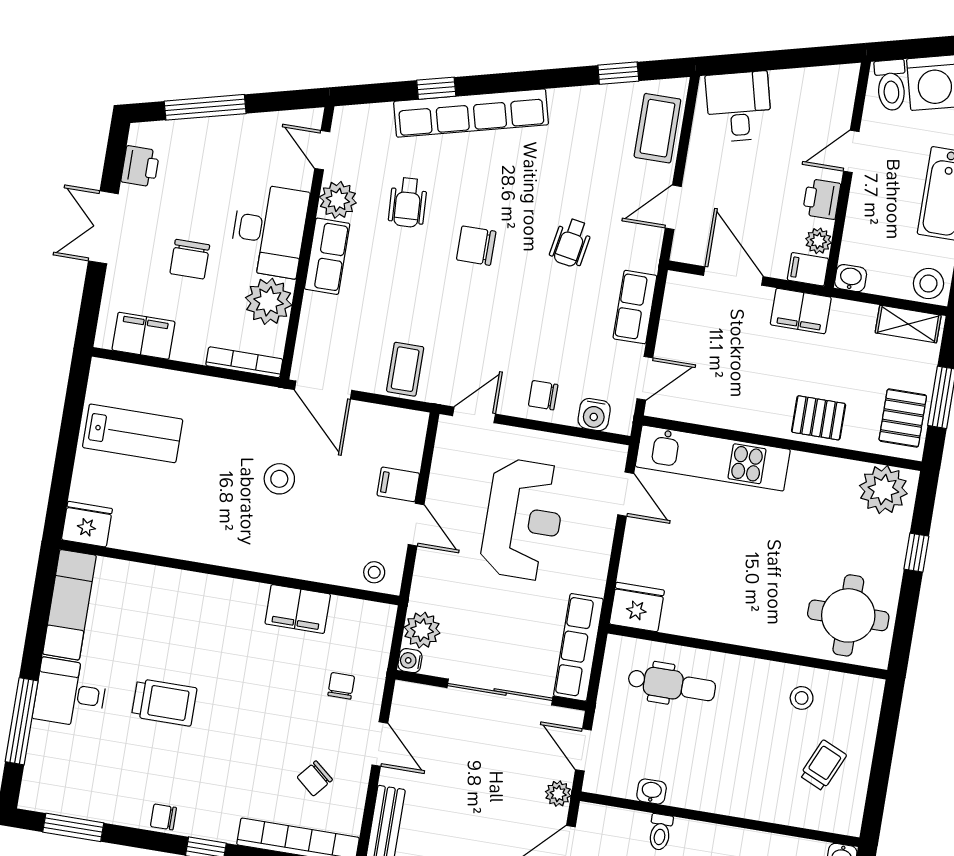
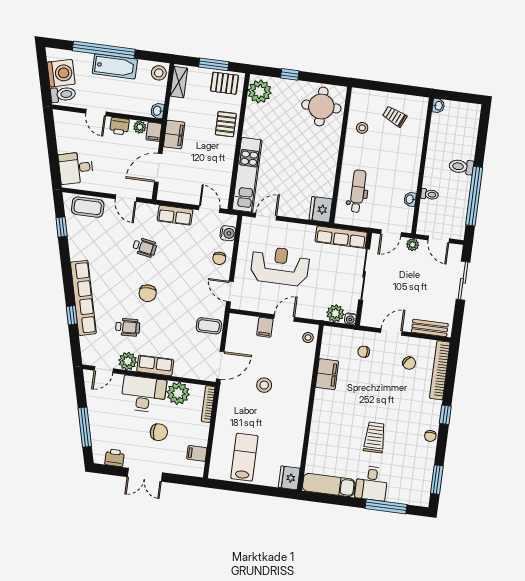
filing cabinet: (144, 336) -> (197, 453), width x0.50

